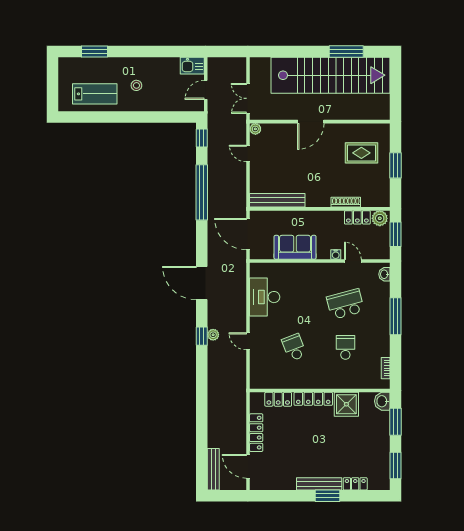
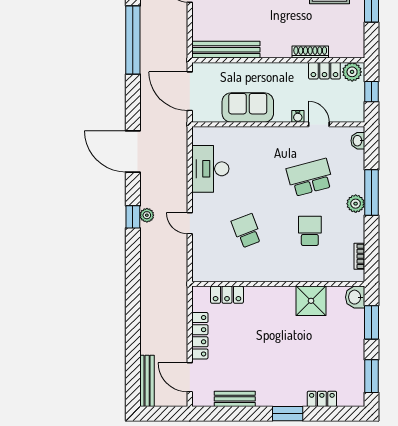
window: (395, 234) -> (371, 92), width x0.67
plant: (383, 325) -> (356, 204), added
locker: (313, 399) -> (270, 294), removed
bench: (319, 484) -> (235, 399), moved, width x0.73

